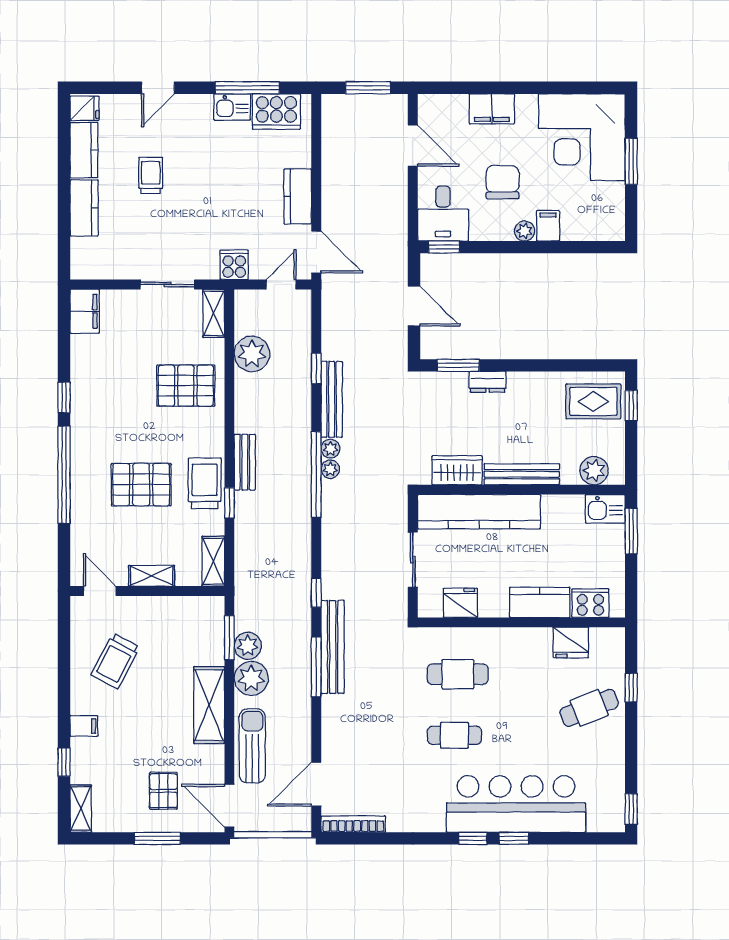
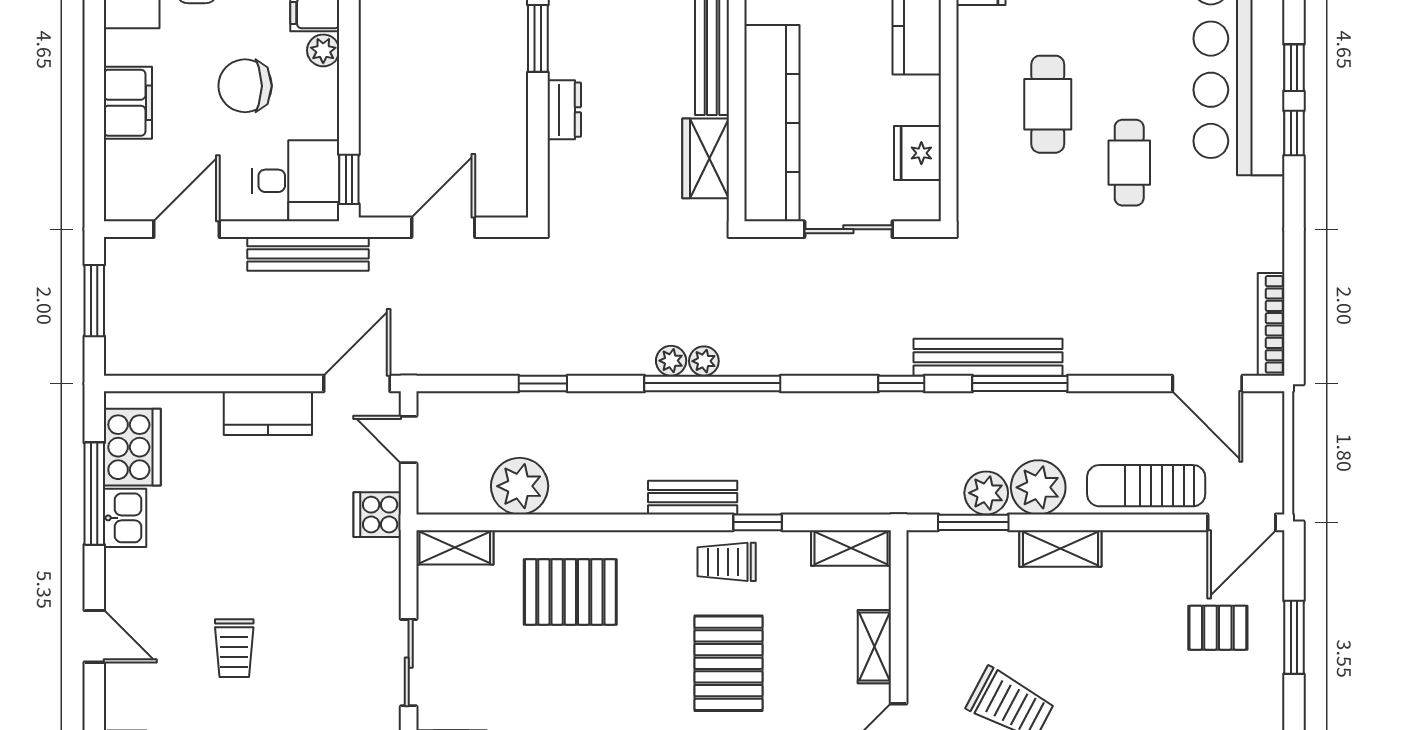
trolley: (151, 175) -> (234, 648), turned -90
sliding door: (167, 284) -> (409, 663), moved
window: (458, 365) -> (538, 38), moved
pallet: (186, 386) -> (570, 592), turned 90
bench: (332, 399) -> (308, 254), moved
trolley: (205, 483) -> (727, 562), width x0.73, depth x0.72
cafe table: (458, 674) -> (1048, 104), moved
shelving: (209, 705) -> (1060, 548), width x0.67, depth x0.75

